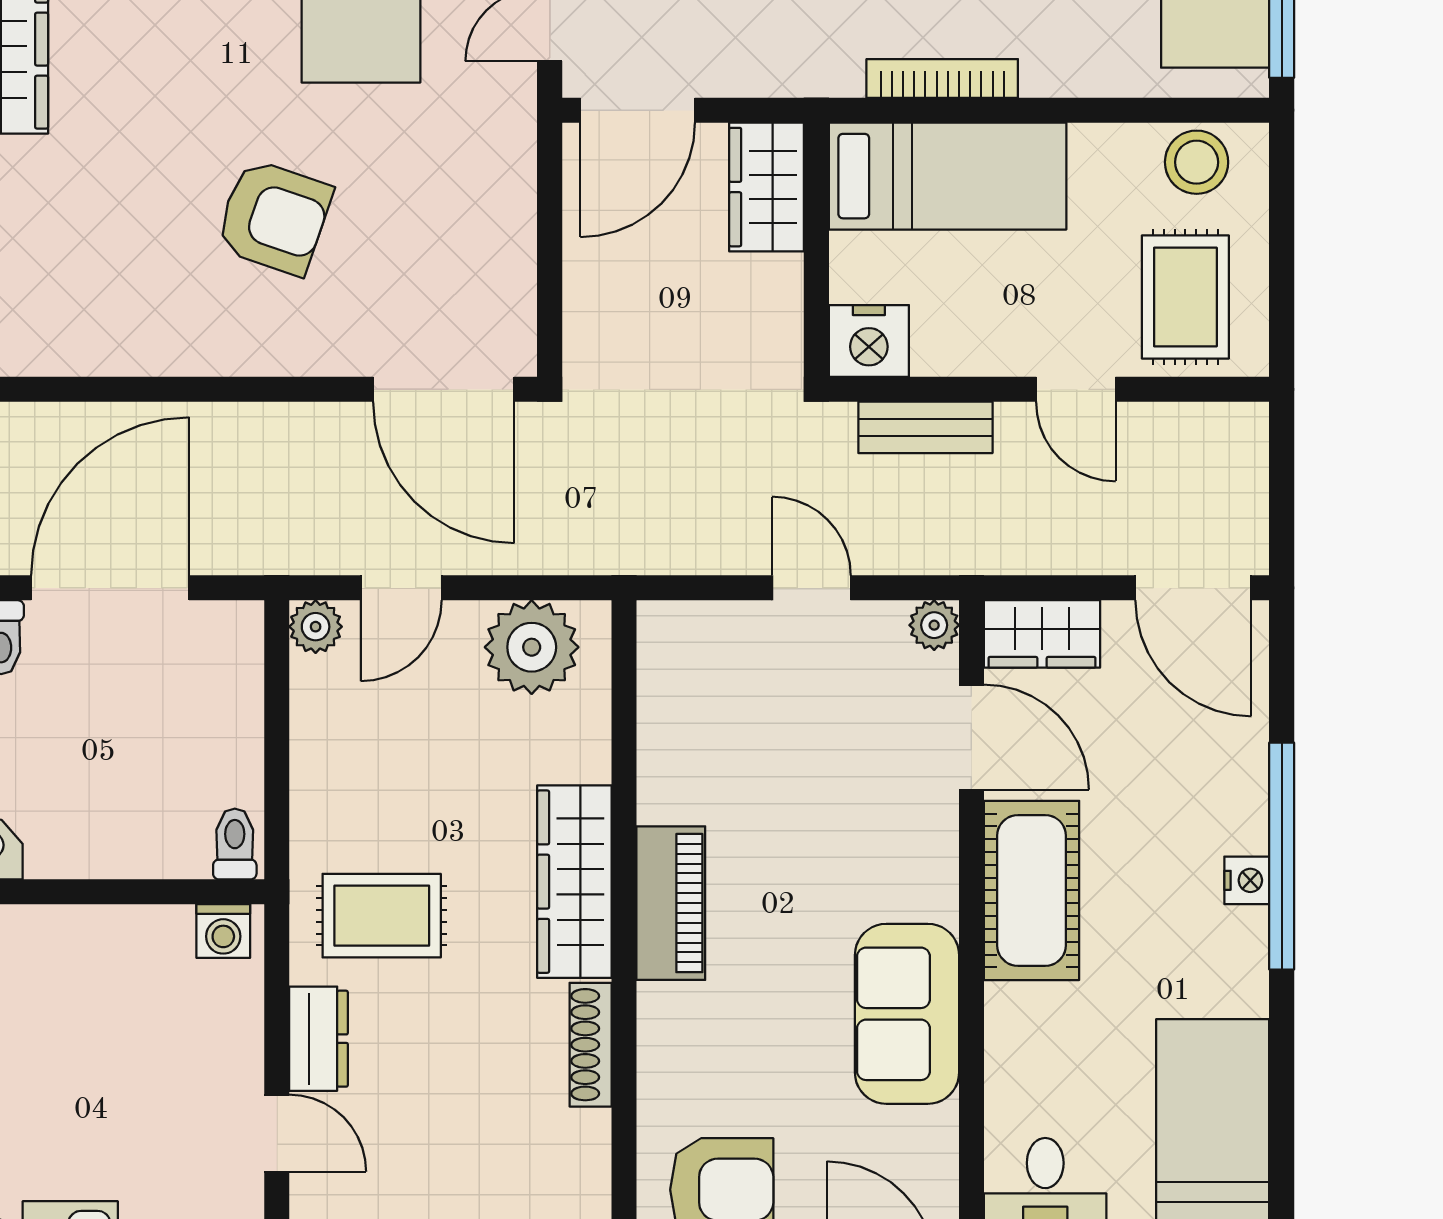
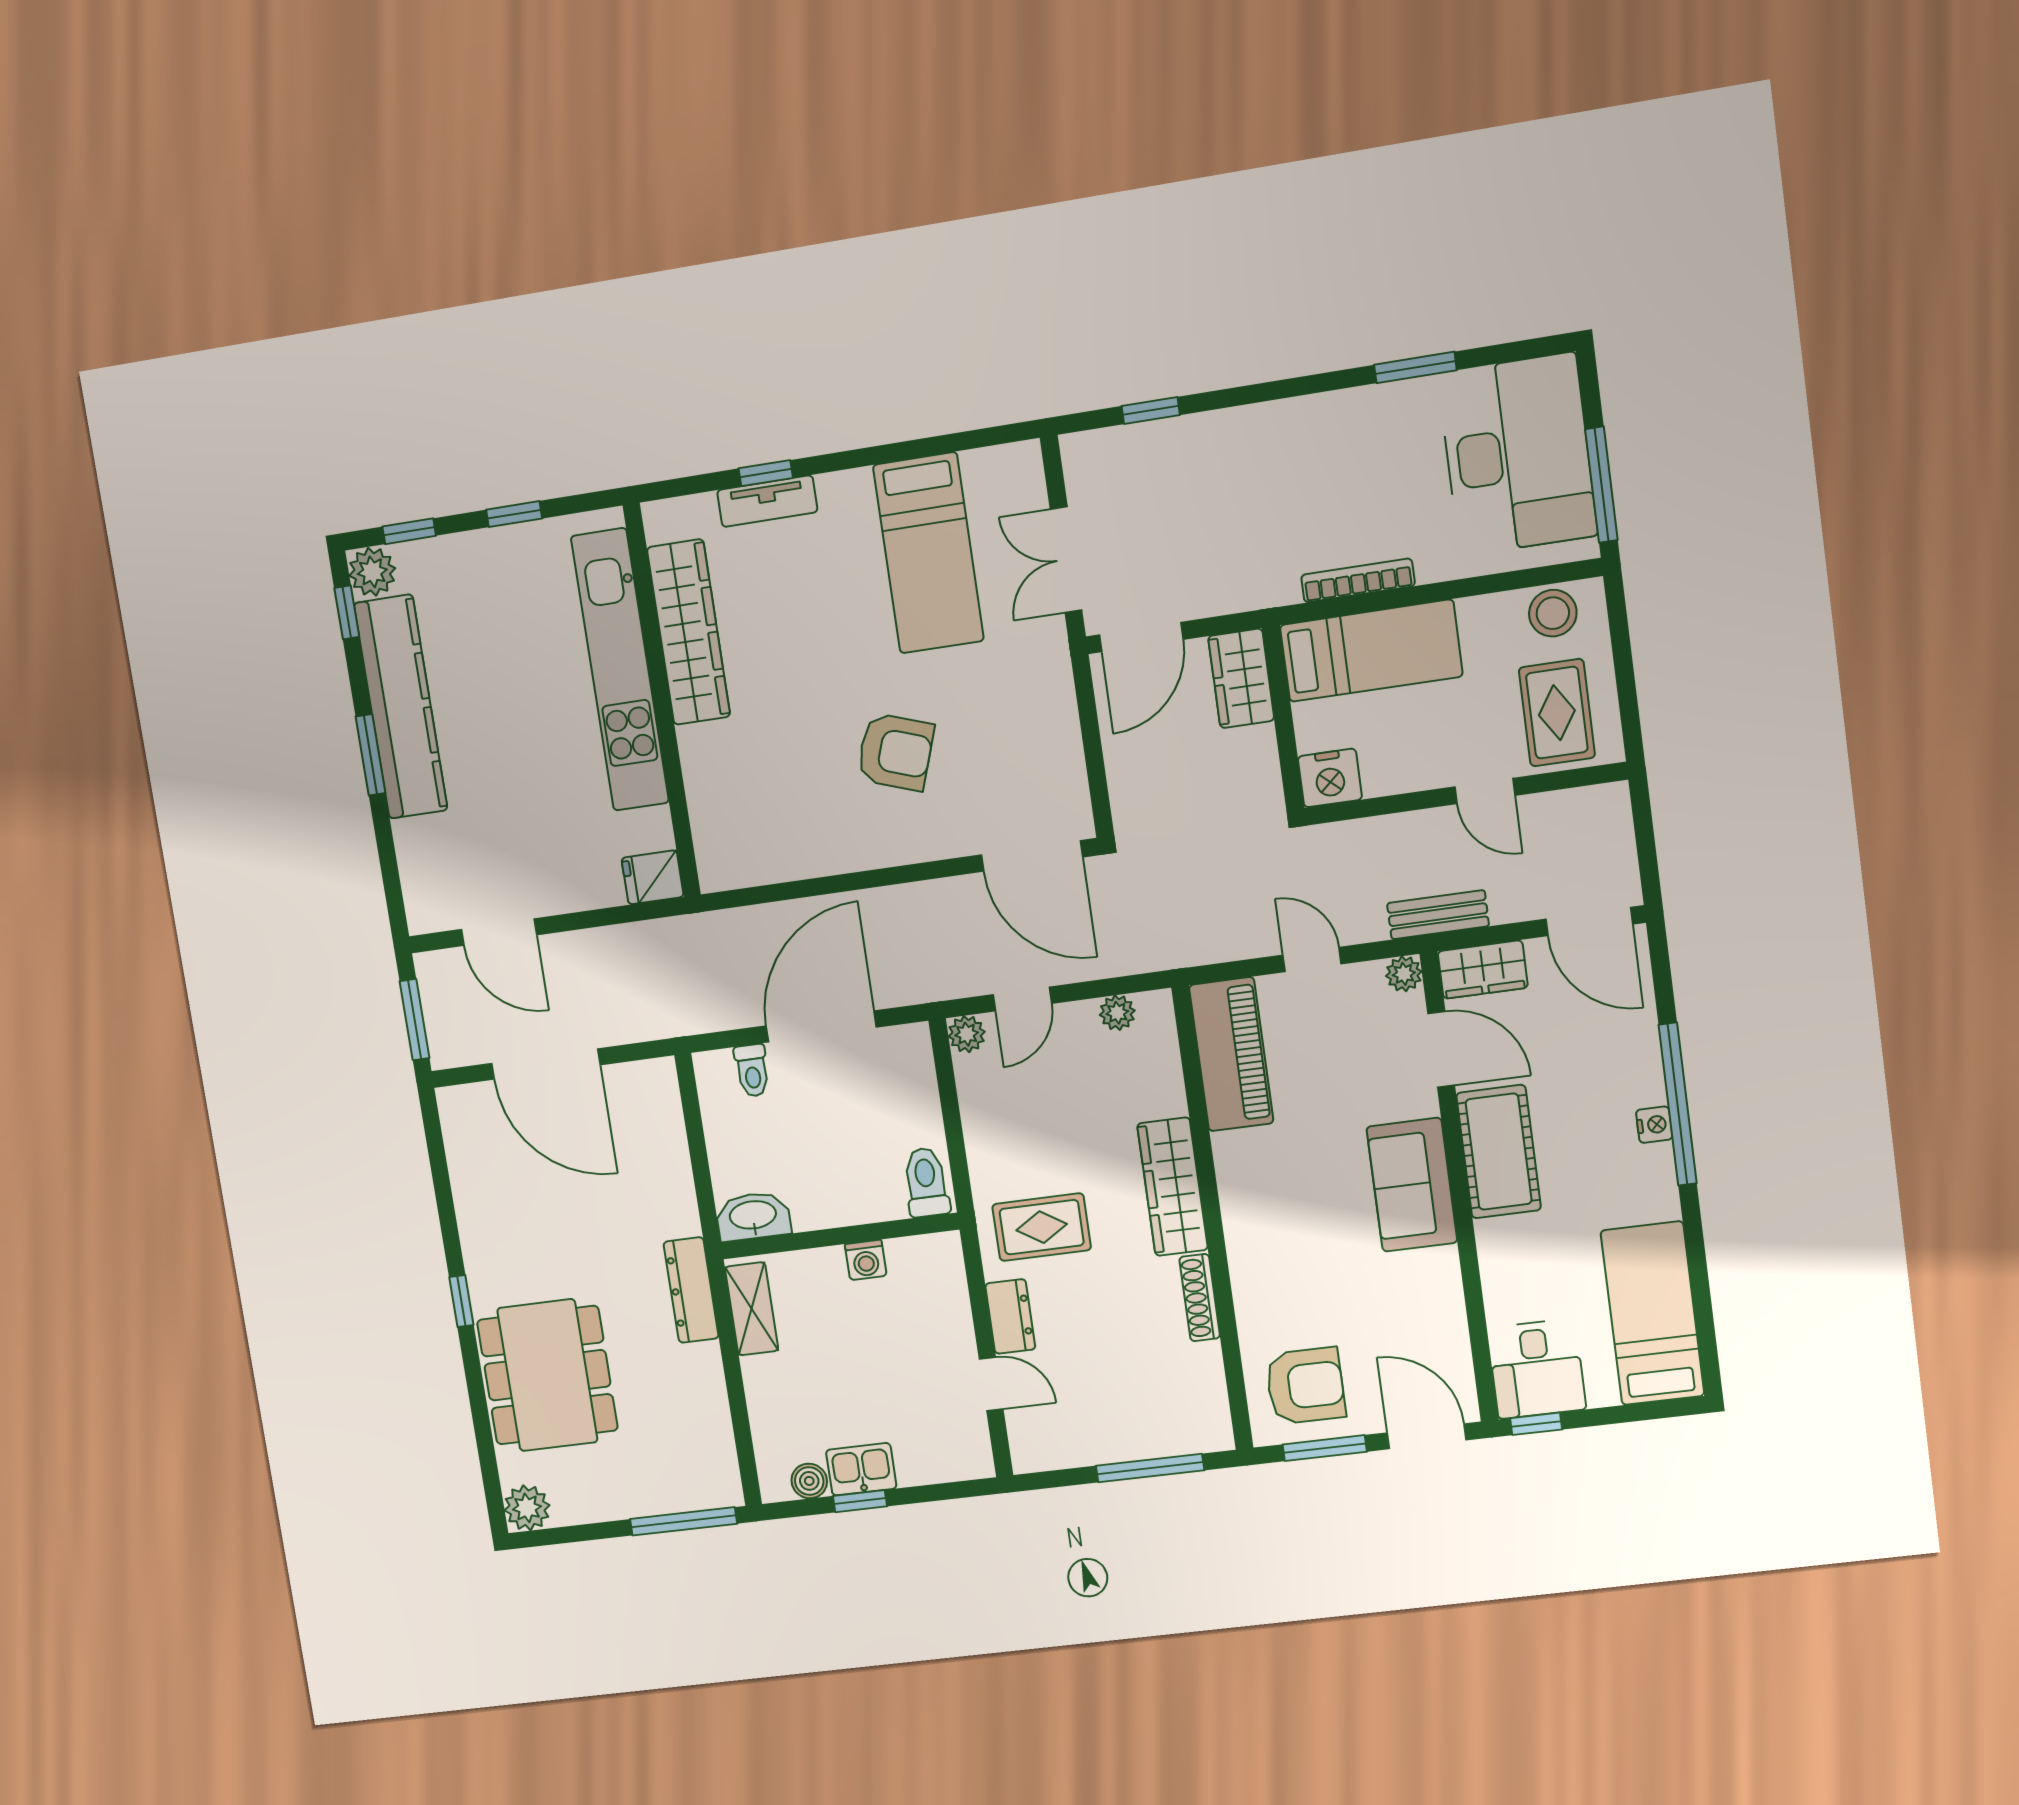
bench: (925, 427) -> (1438, 915), moved
plant: (532, 647) -> (1117, 1013), width x0.53, depth x0.53
toilet: (235, 844) -> (926, 1182), width x1.37, depth x1.39
piano: (671, 903) -> (1231, 1054), moved, width x1.37, depth x1.33
washing machine: (223, 931) -> (866, 1260), moved
sofa: (907, 1014) -> (1412, 1185), moved

